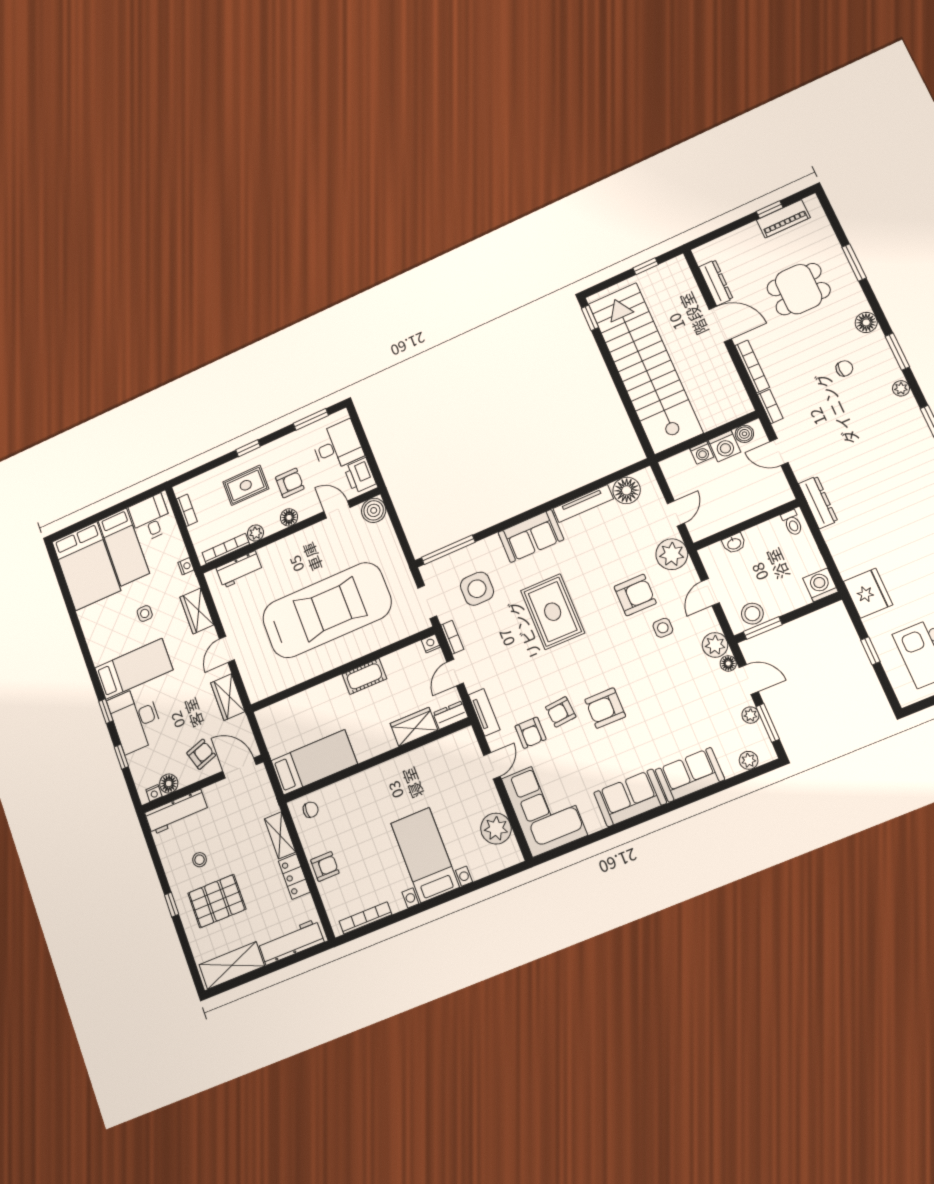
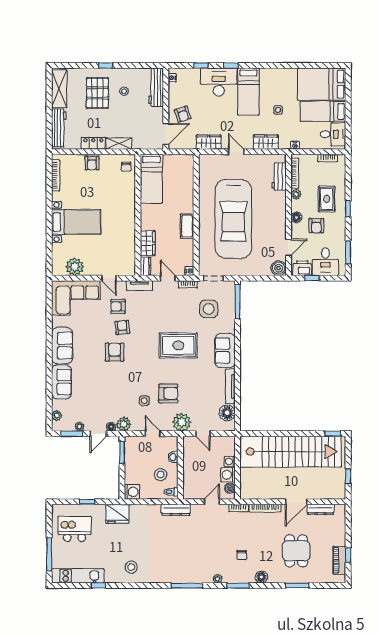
window: (369, 455) -> (312, 278), added
armchair: (635, 595) -> (168, 393), turned -90
stool: (752, 614) -> (161, 475), moved
floor lamp: (169, 784) -> (174, 89), removed

